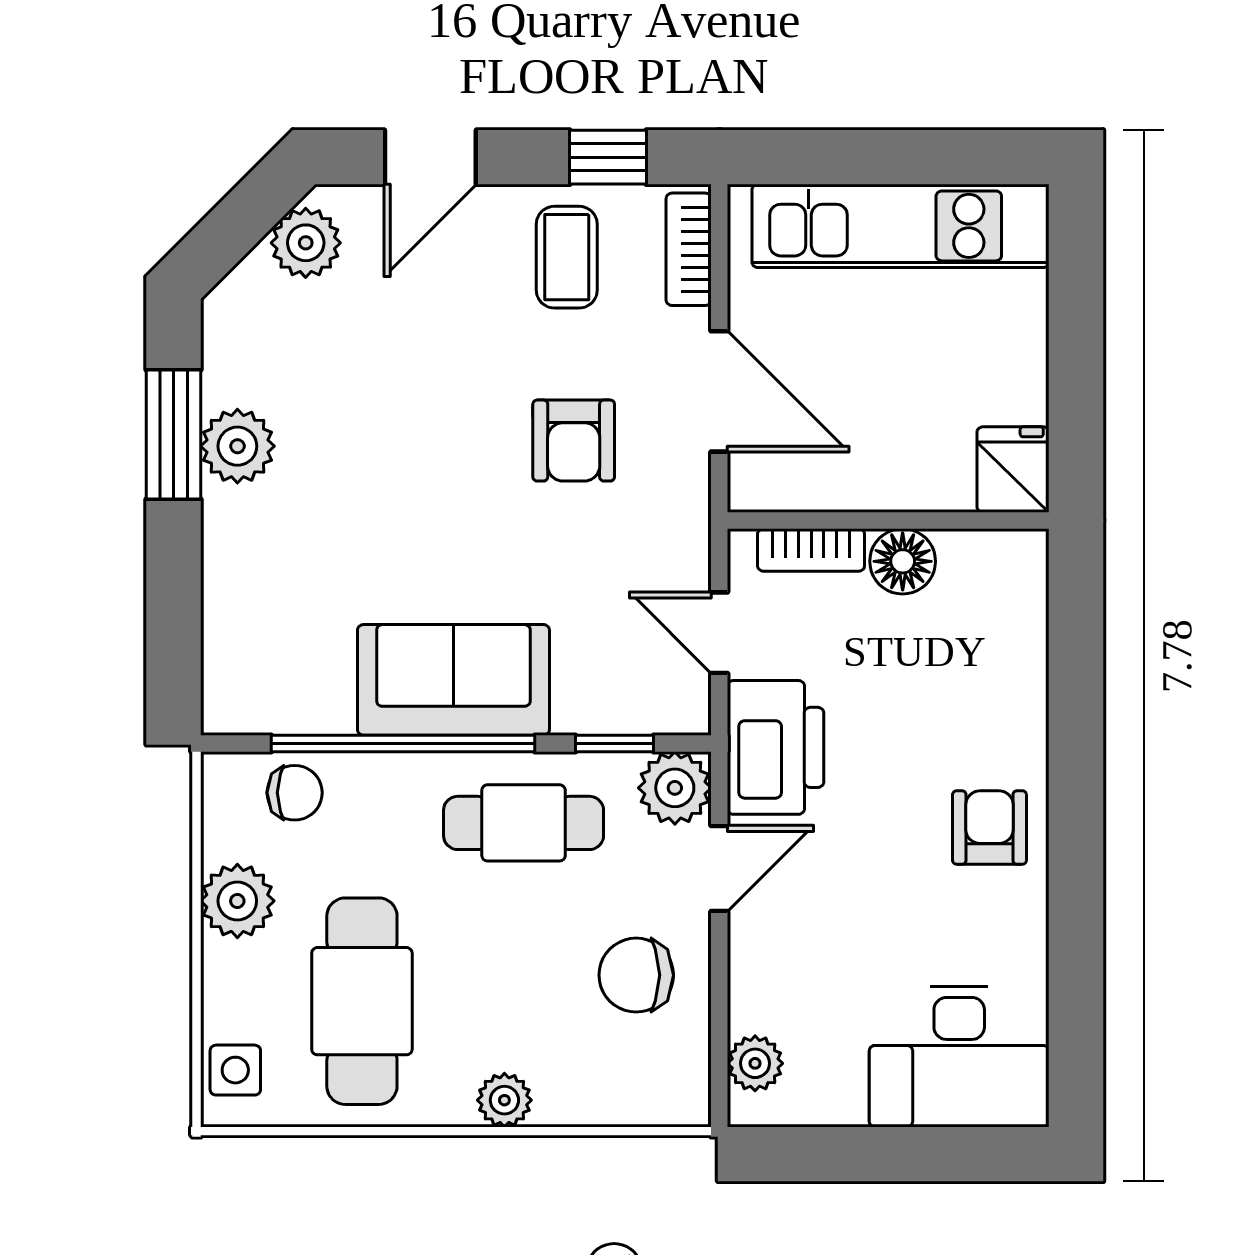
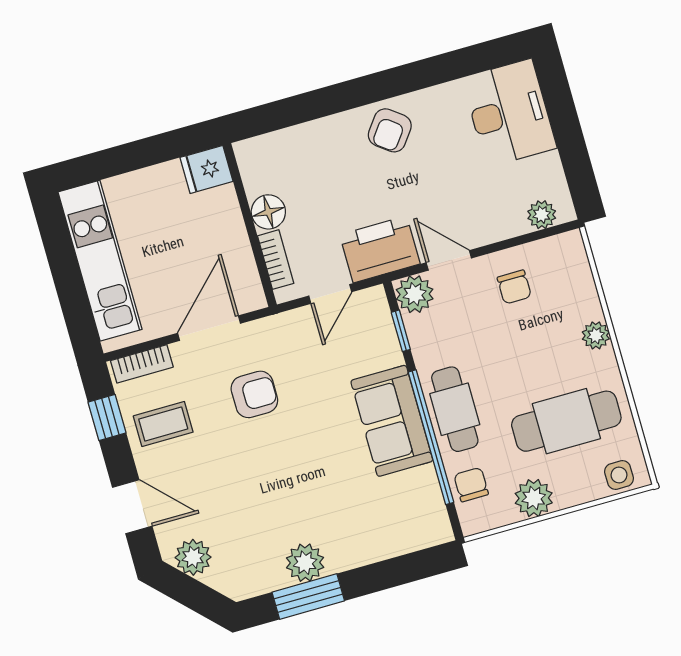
cafe table: (524, 823) -> (455, 409), moved
armchair: (989, 827) -> (390, 130), turned -53
chair: (636, 975) -> (514, 287), width x0.73, depth x0.73

